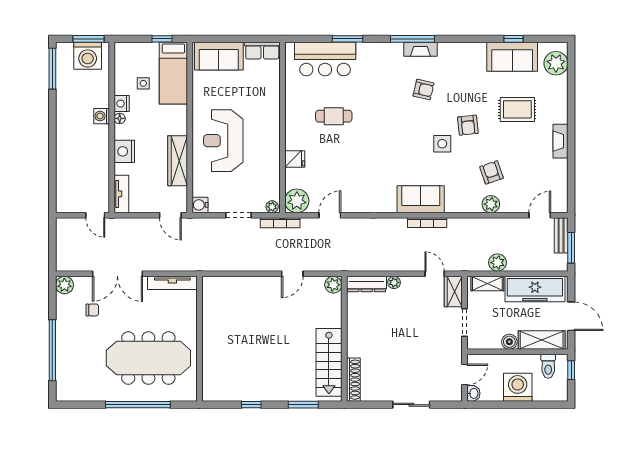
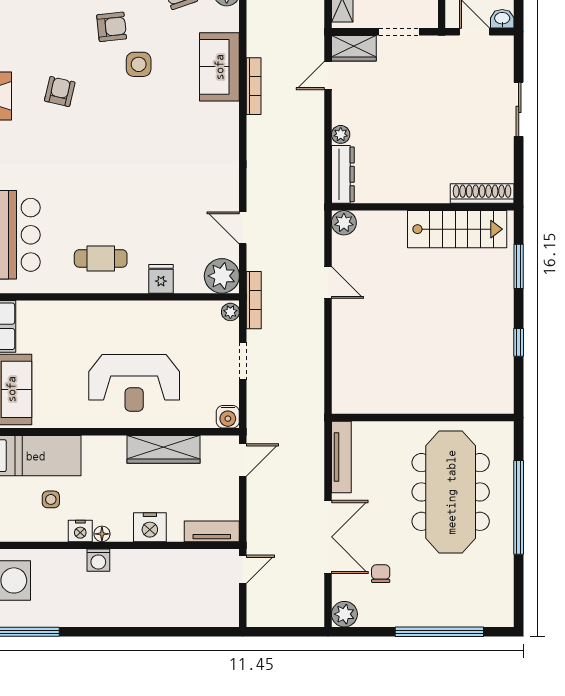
cafe table: (334, 116) -> (101, 258), moved, turned 90
sofa: (421, 199) -> (219, 67), moved

